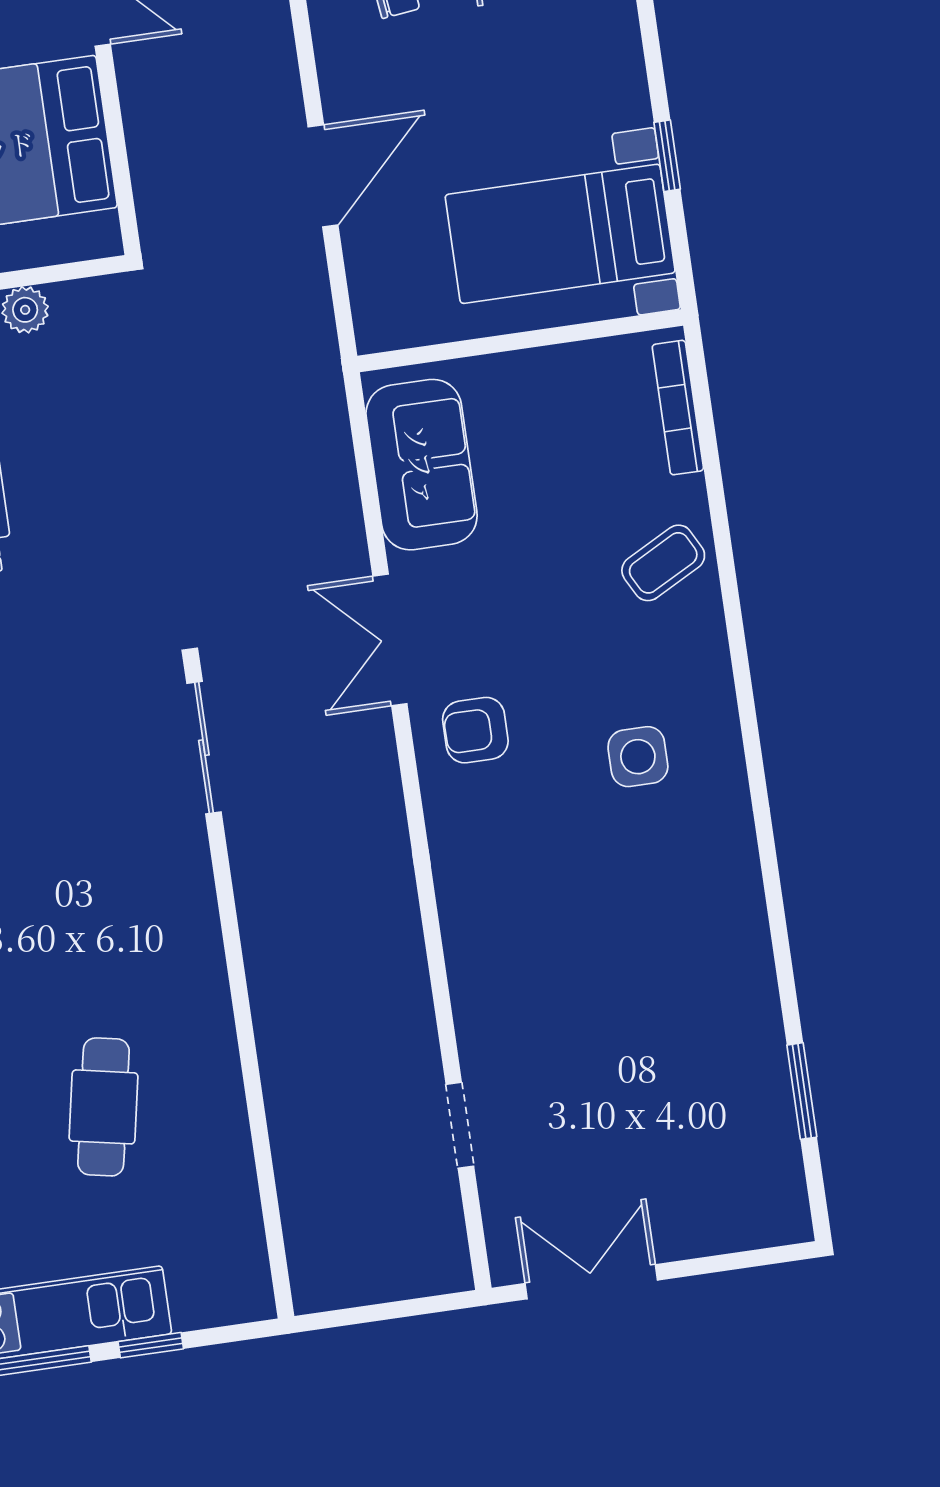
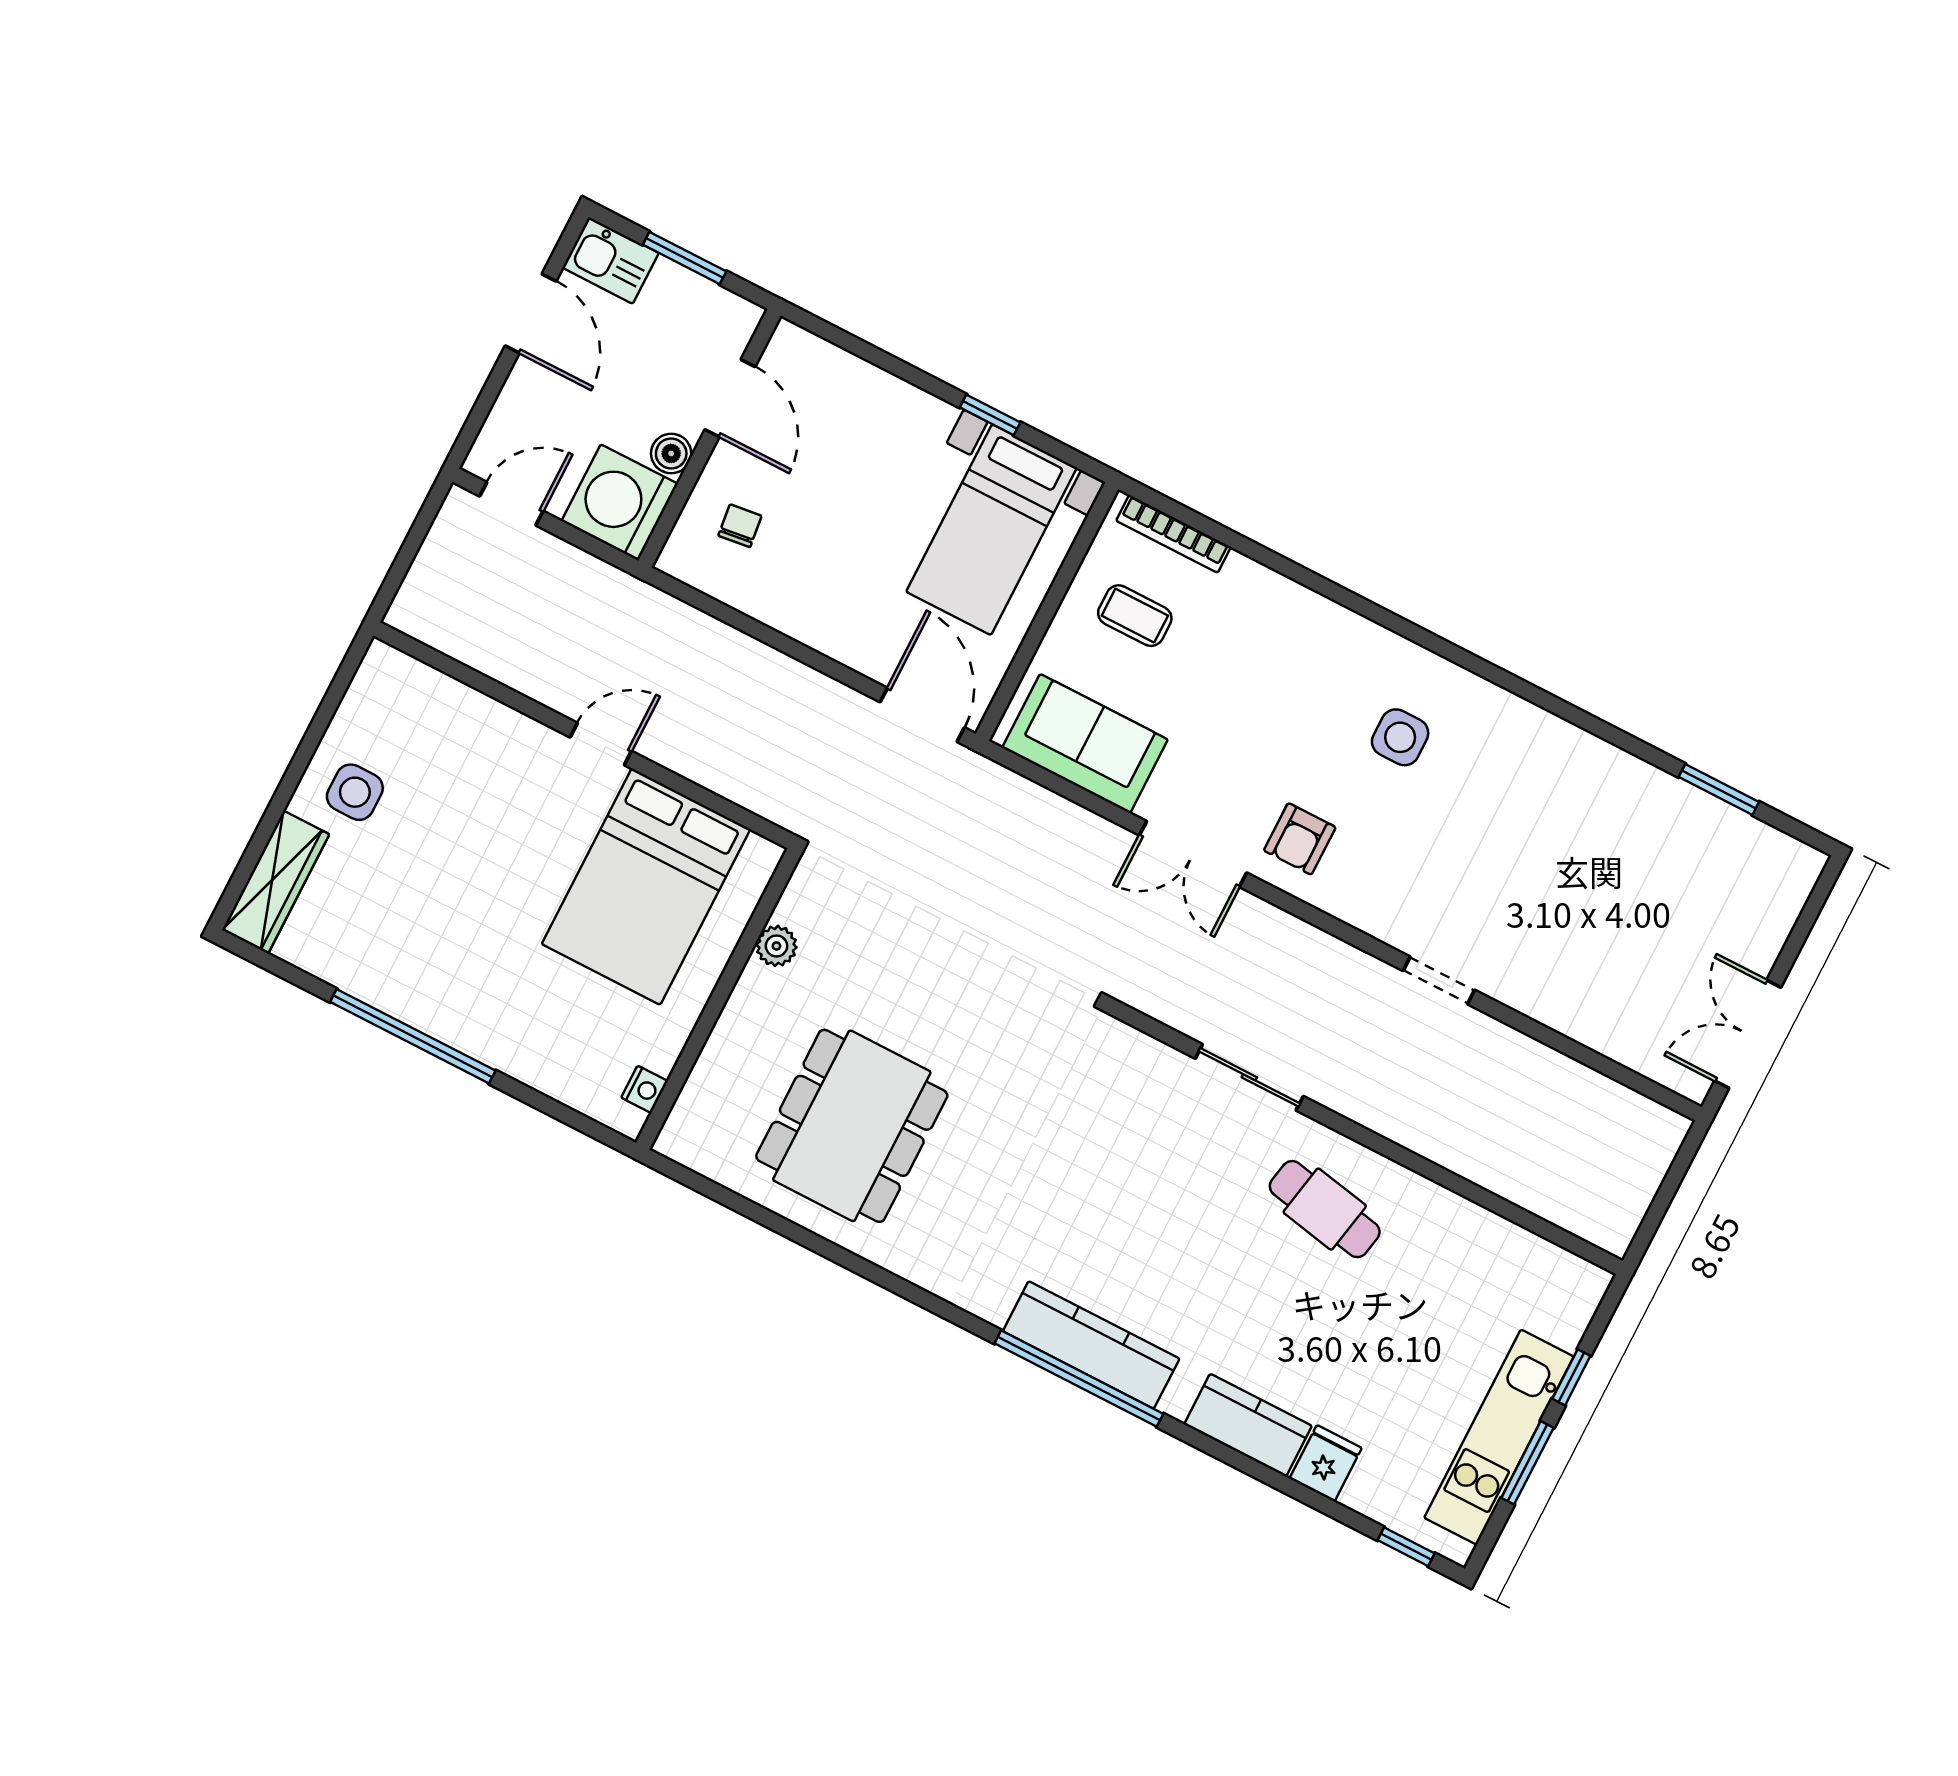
door: (323, 176) -> (922, 715), moved
coffee table: (663, 563) -> (1135, 616), moved, turned -62
sliding door: (204, 748) -> (1249, 1077), moved
cafe table: (103, 1107) -> (1325, 1209), moved
doorway: (460, 1125) -> (1439, 980), moved

